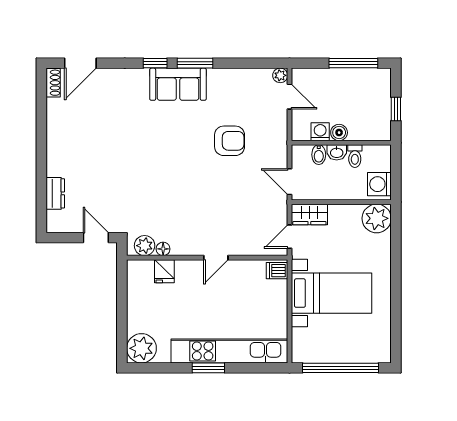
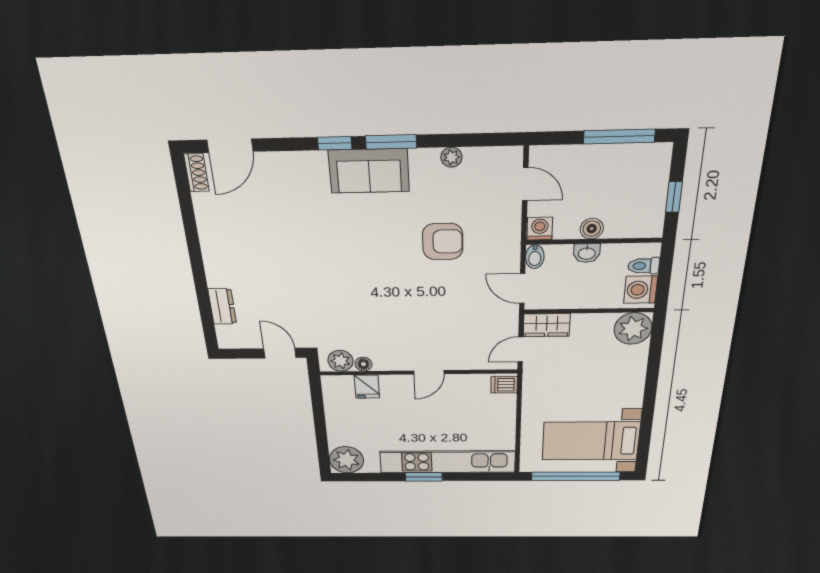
plant: (280, 75) -> (451, 157), moved
washing machine: (320, 132) -> (540, 229), moved
bidet: (319, 155) -> (535, 257), moved
toilet: (355, 156) -> (644, 266), moved, turned 90
bed with nightstands: (332, 293) -> (591, 441), moved, turned 180

